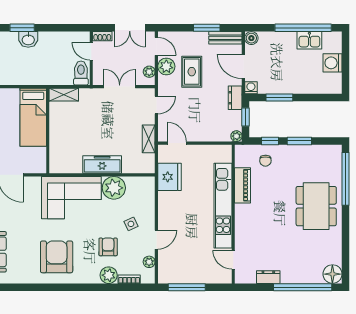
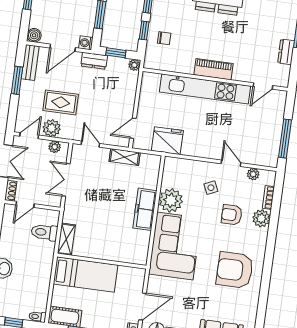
toilet: (81, 73) -> (44, 232), moved
piano: (243, 185) -> (213, 69), moved

